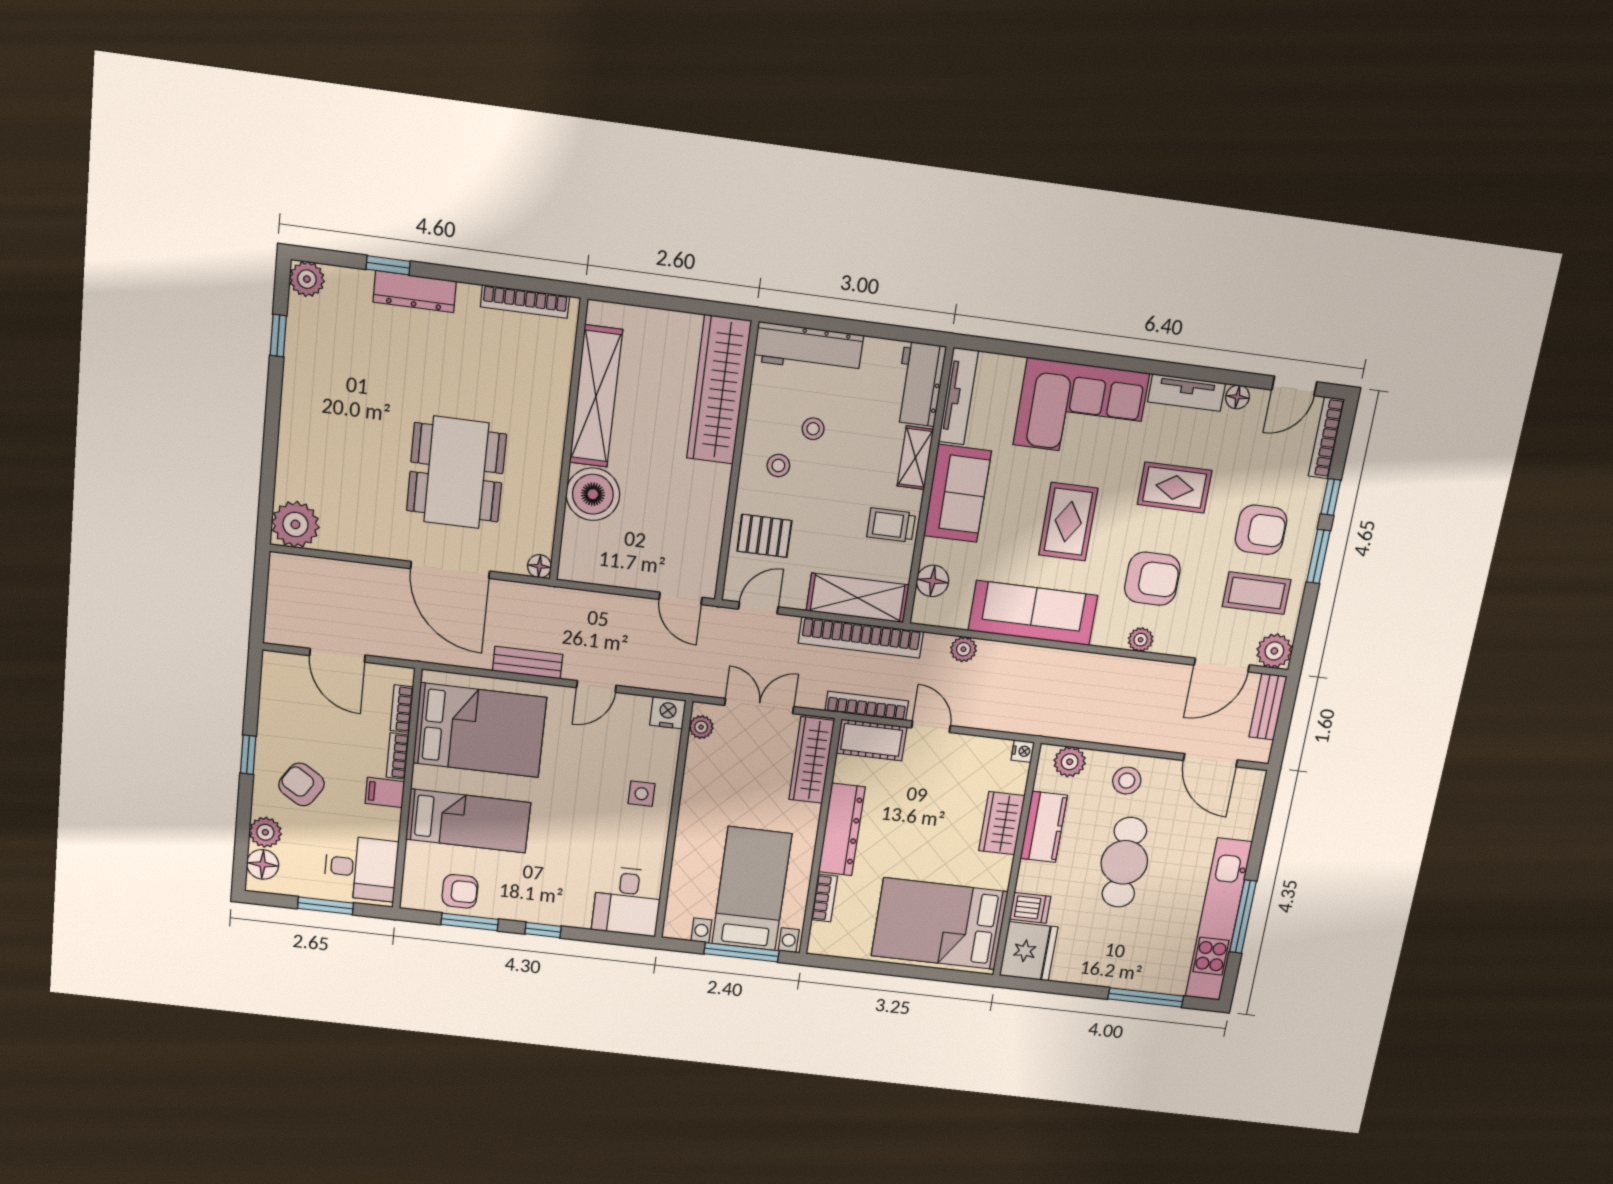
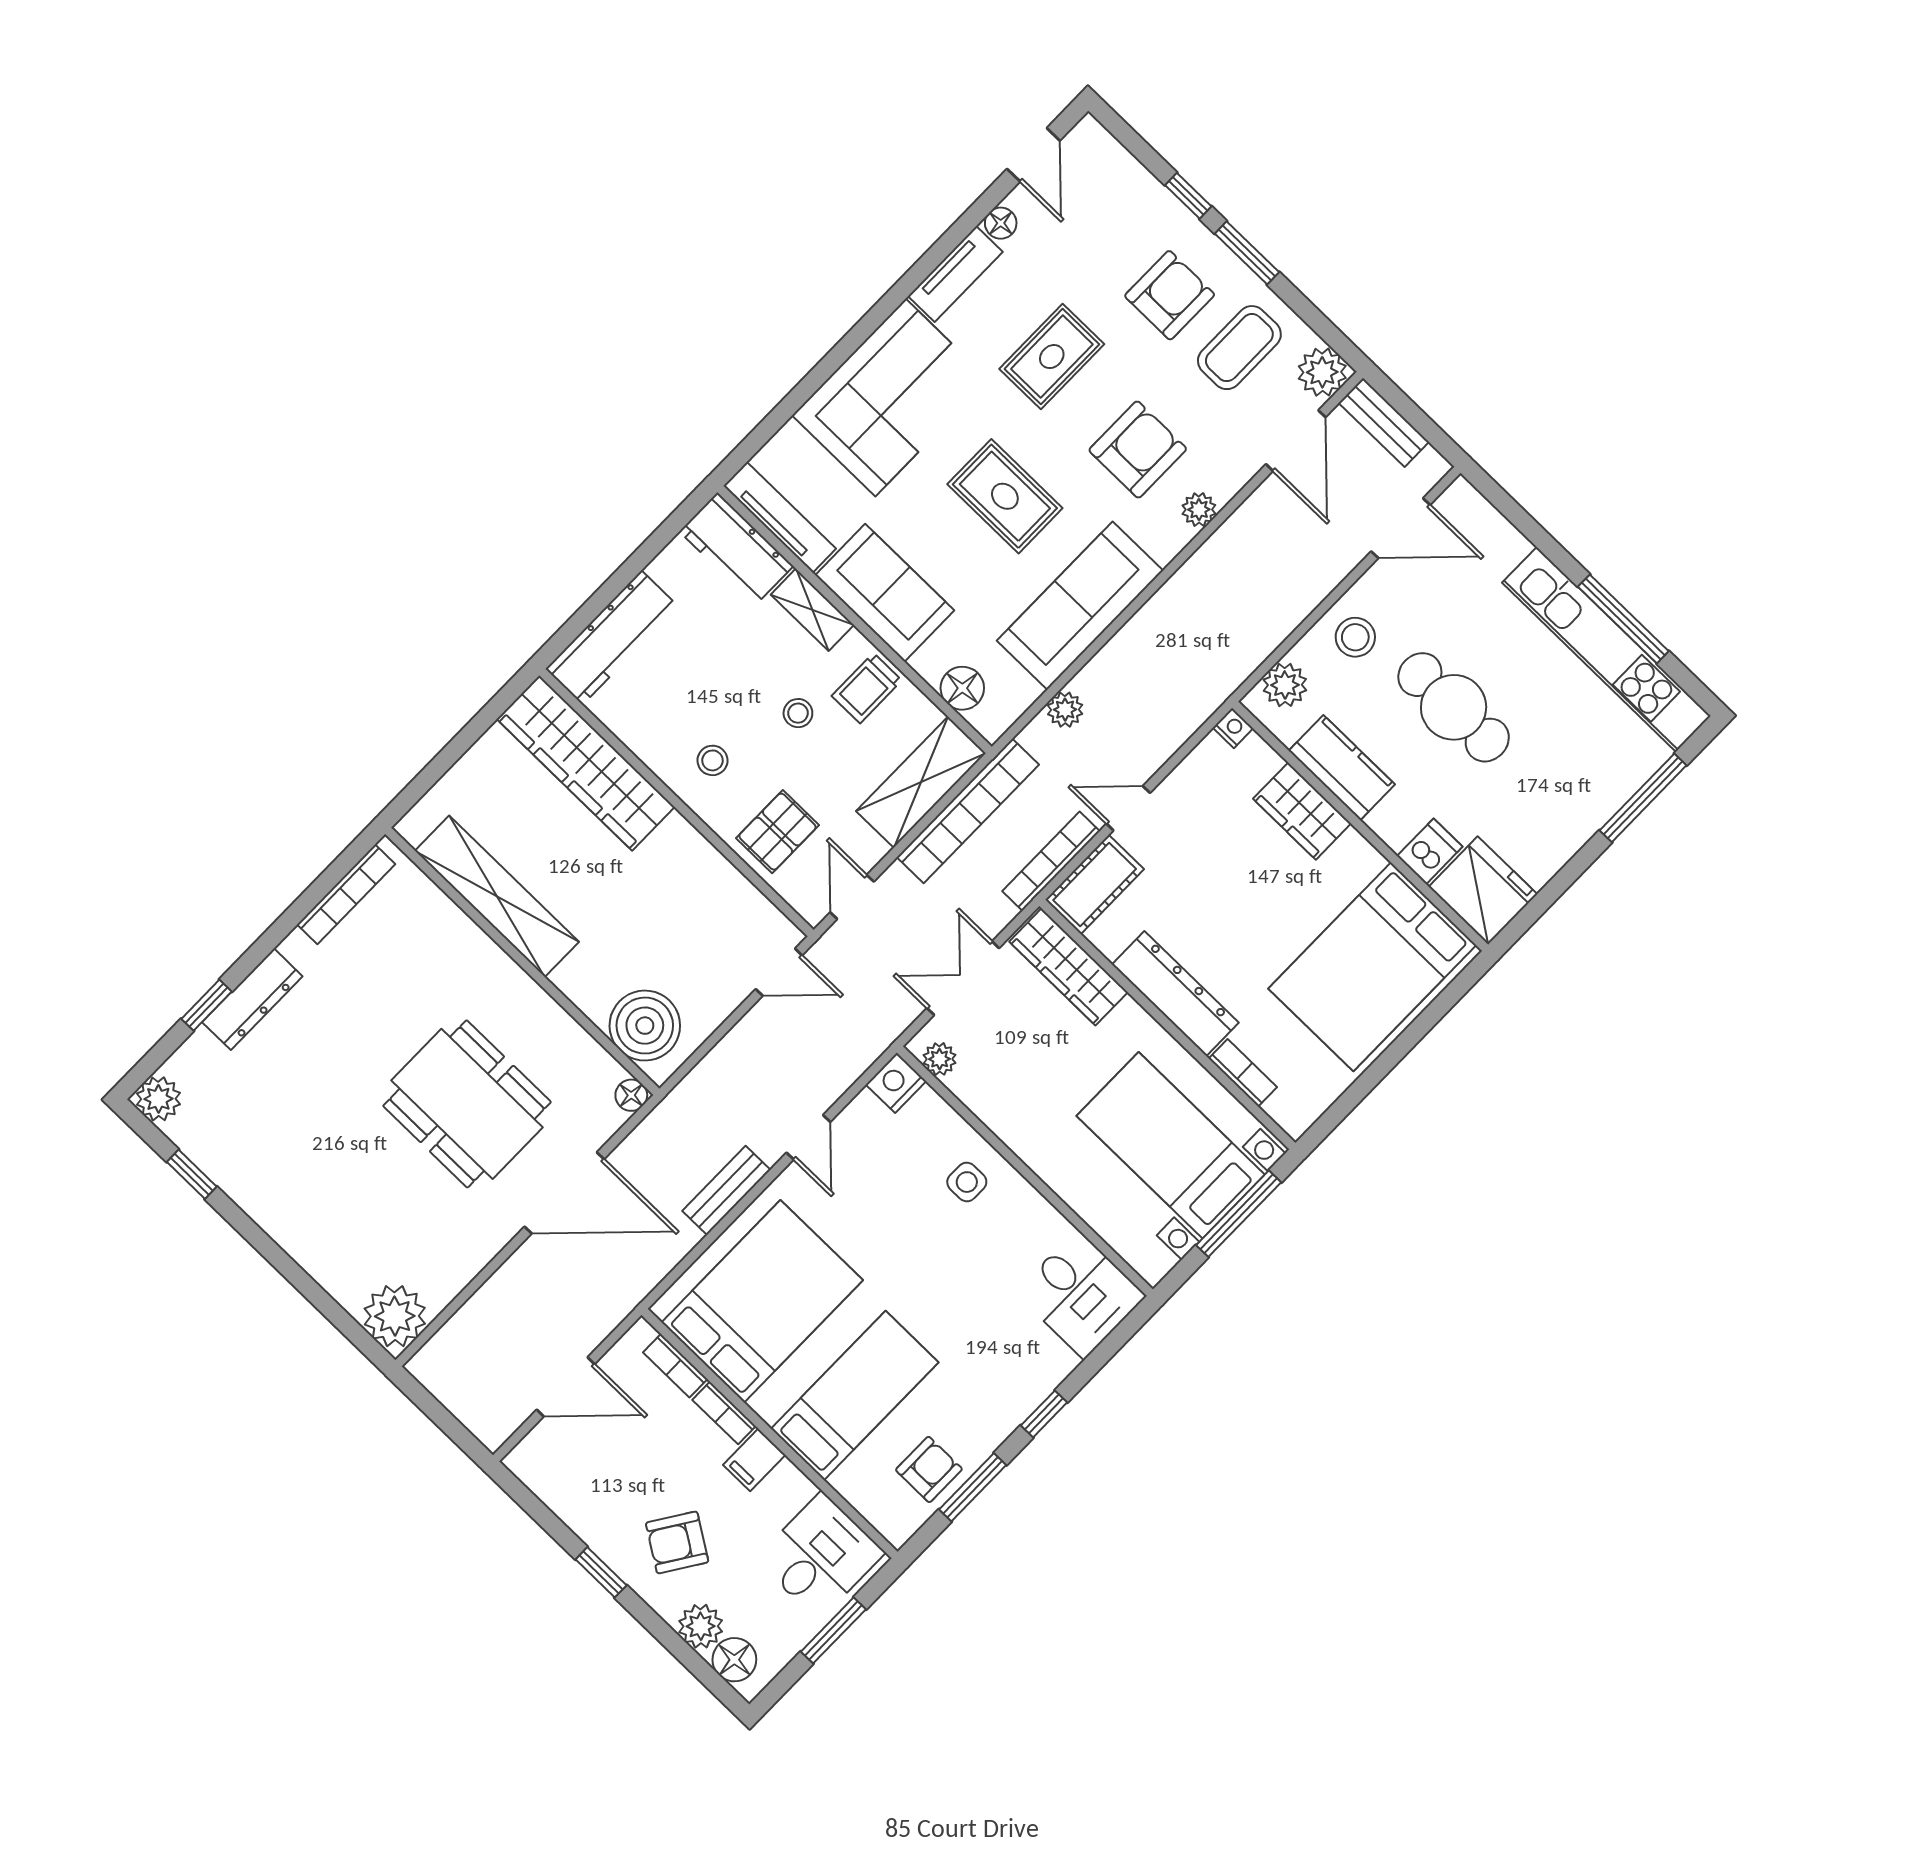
stool: (813, 429) -> (798, 713), moved
bookcase: (1326, 438) -> (1117, 158), removed
boiler: (593, 494) -> (645, 1026), moved

